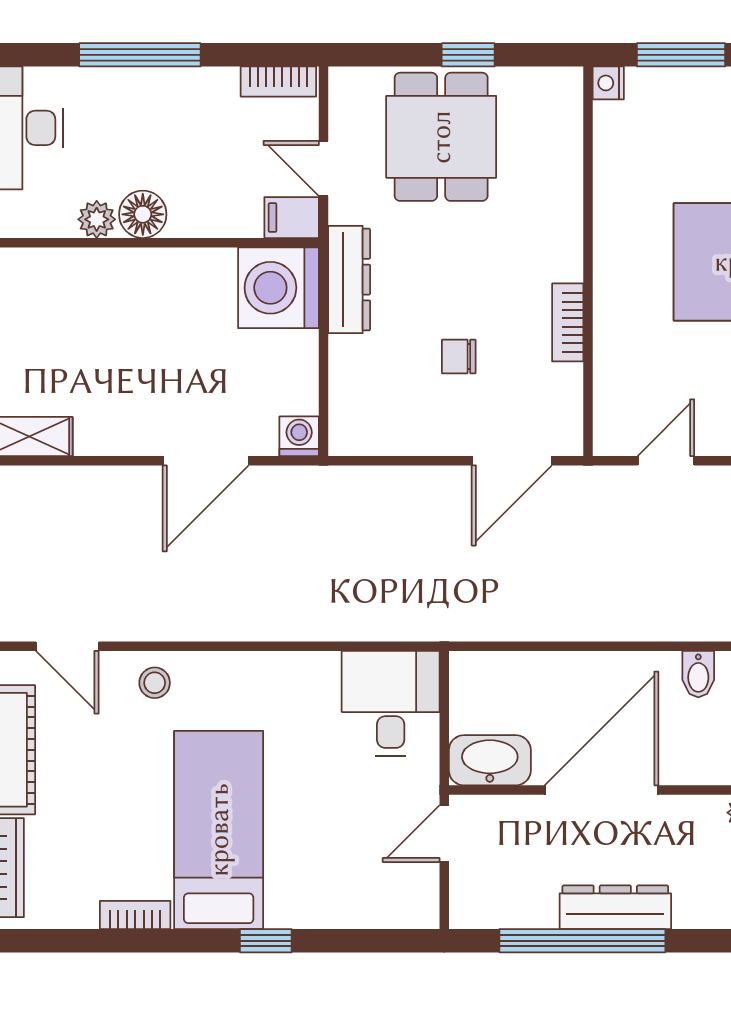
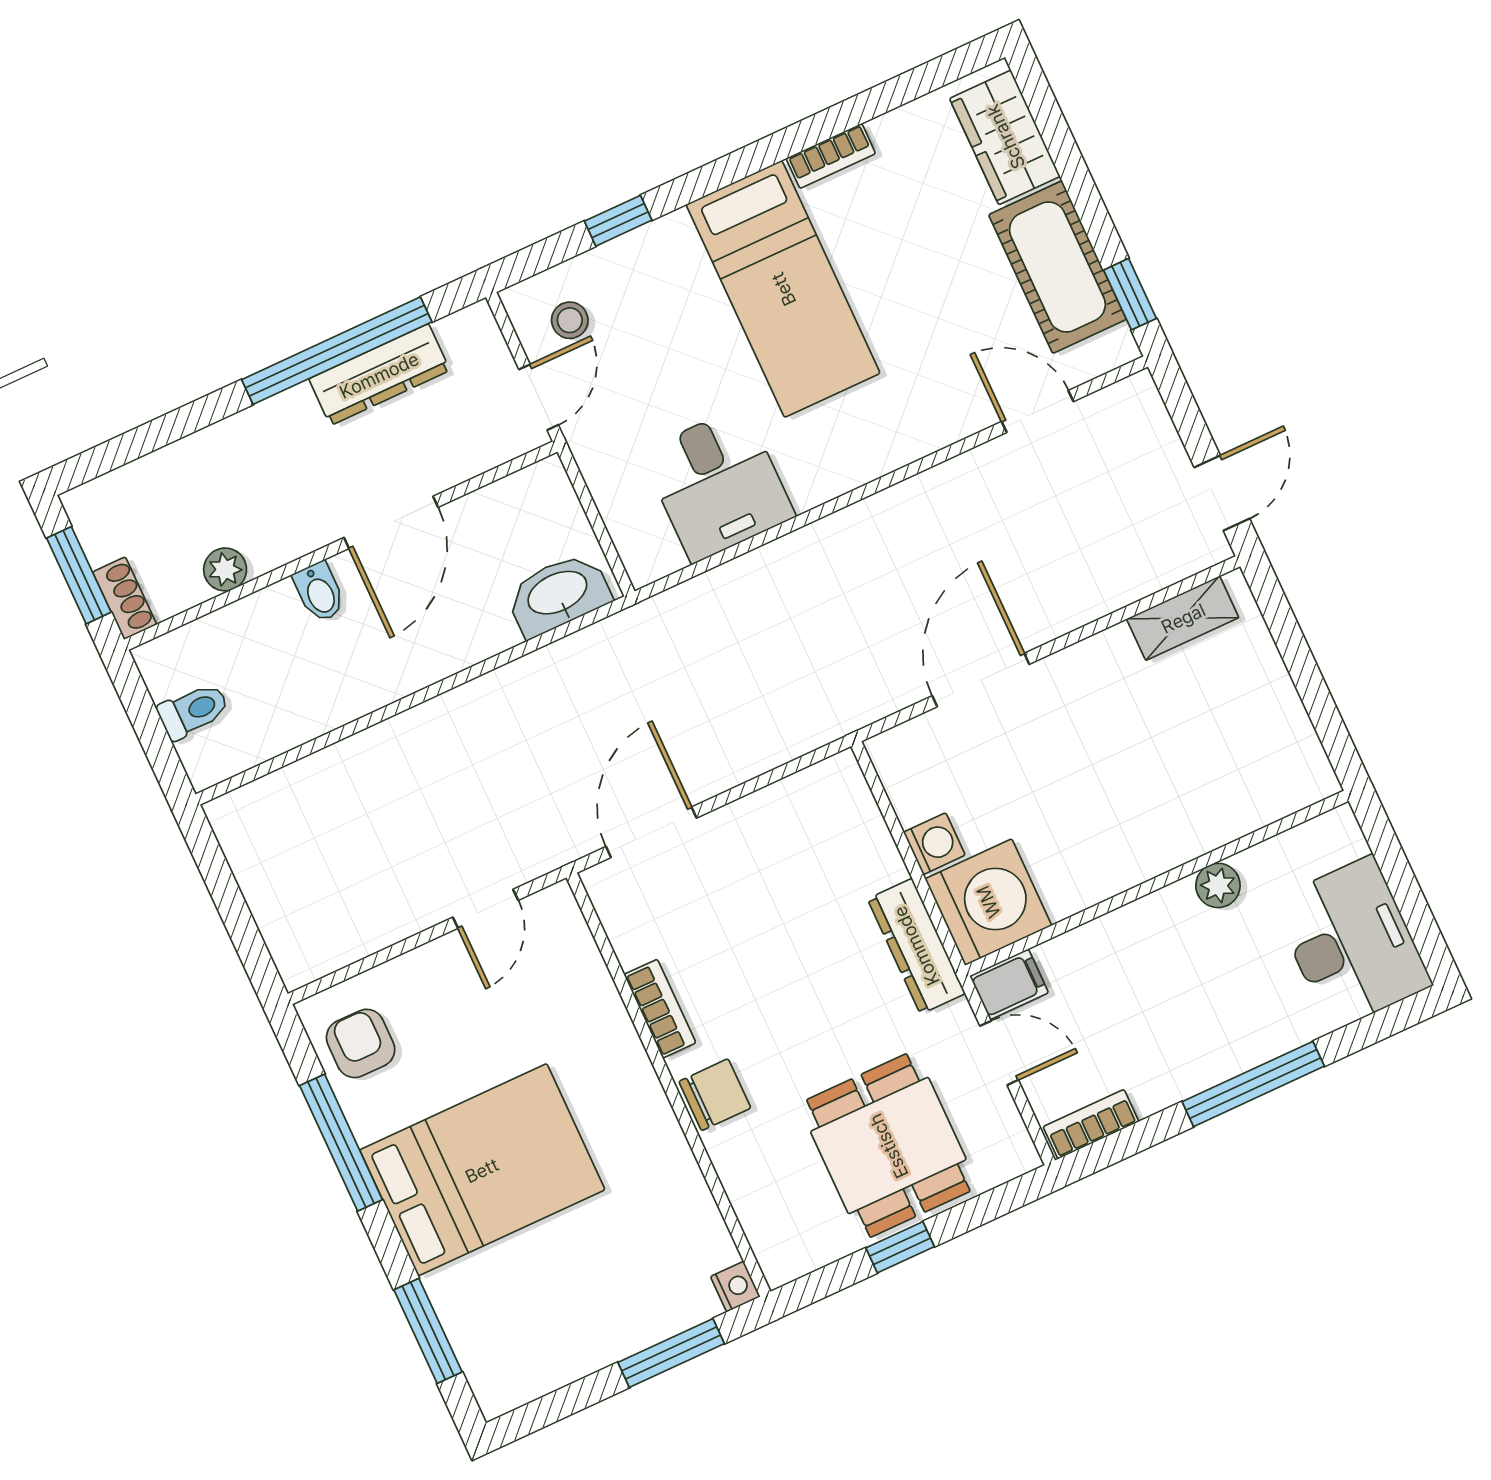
floor lamp: (143, 214) -> (1171, 914), removed
chair: (459, 357) -> (715, 1095), moved, width x1.37, depth x1.37
washing machine: (299, 436) -> (934, 844), moved, turned -90
bidet: (698, 674) -> (319, 592), moved, turned 180
stool: (155, 683) -> (570, 320), moved
desk: (391, 704) -> (718, 484), moved
washbasin: (490, 760) -> (558, 594), moved, turned 180
door: (602, 790) -> (391, 522), width x0.73
dresser: (615, 907) -> (379, 375), moved
window: (266, 941) -> (618, 221), moved

